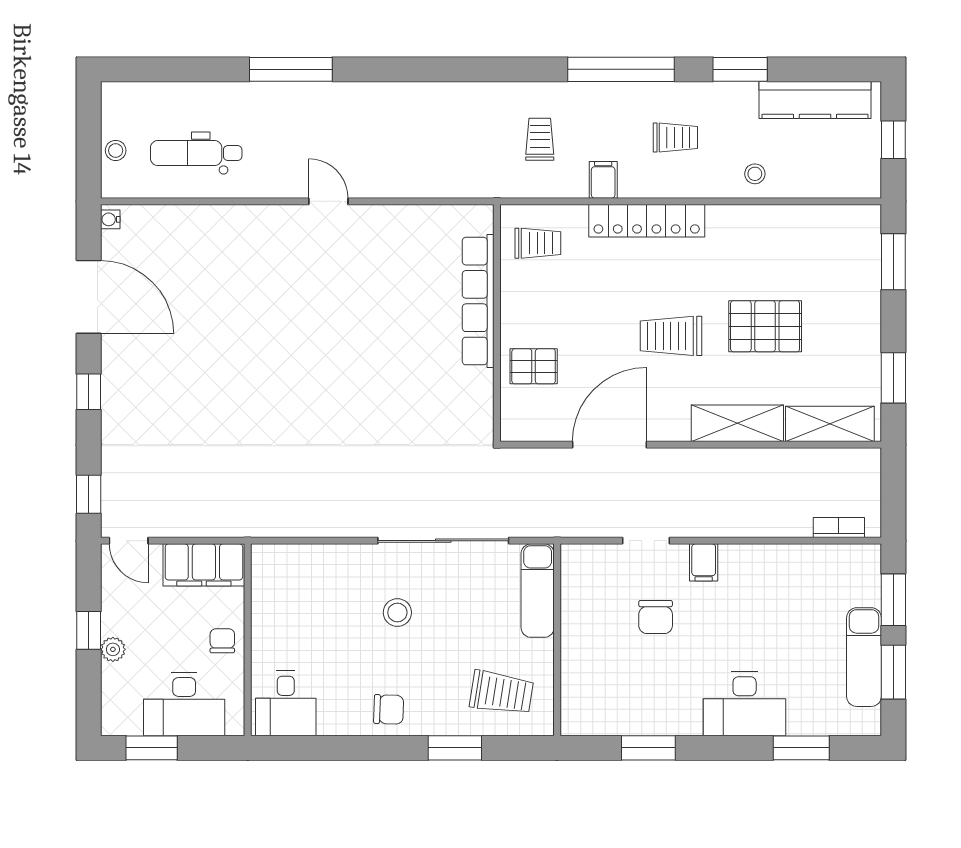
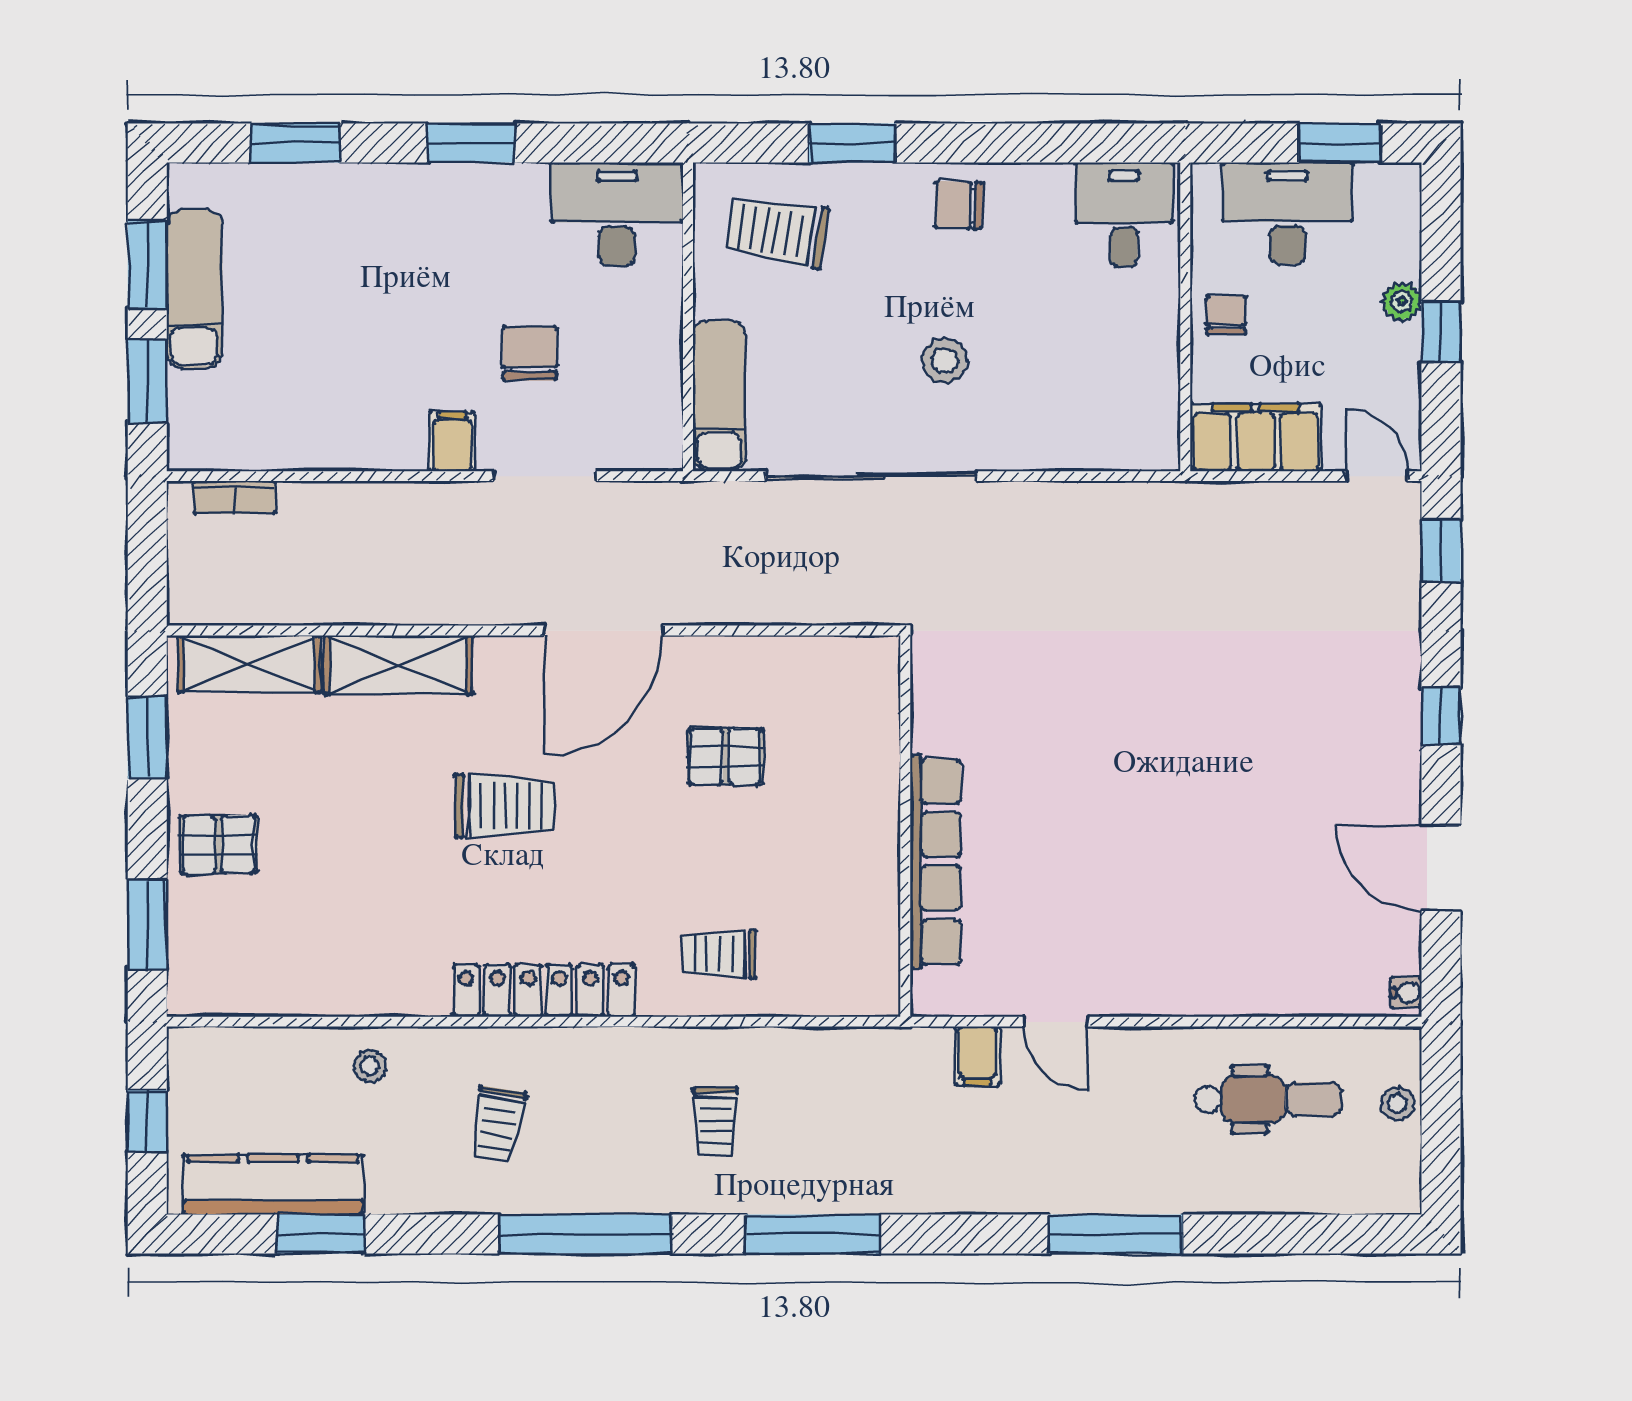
window: (480, 69) -> (813, 1234), added
window: (740, 69) -> (321, 1234), moved
trolley: (675, 138) -> (498, 1124), turned -81
filing cabinet: (603, 180) -> (977, 1056), moved
door: (89, 297) -> (1441, 868), width x0.73
row of seats: (478, 301) -> (935, 861), moved
wall: (497, 323) -> (905, 826), moved
pallet: (765, 326) -> (219, 845), moved, width x0.67, depth x0.71
doorway: (646, 541) -> (545, 476), width x1.38
chair: (222, 641) -> (1226, 315), turned 180
desk: (745, 704) -> (617, 214), moved
window: (648, 748) -> (471, 143), moved

